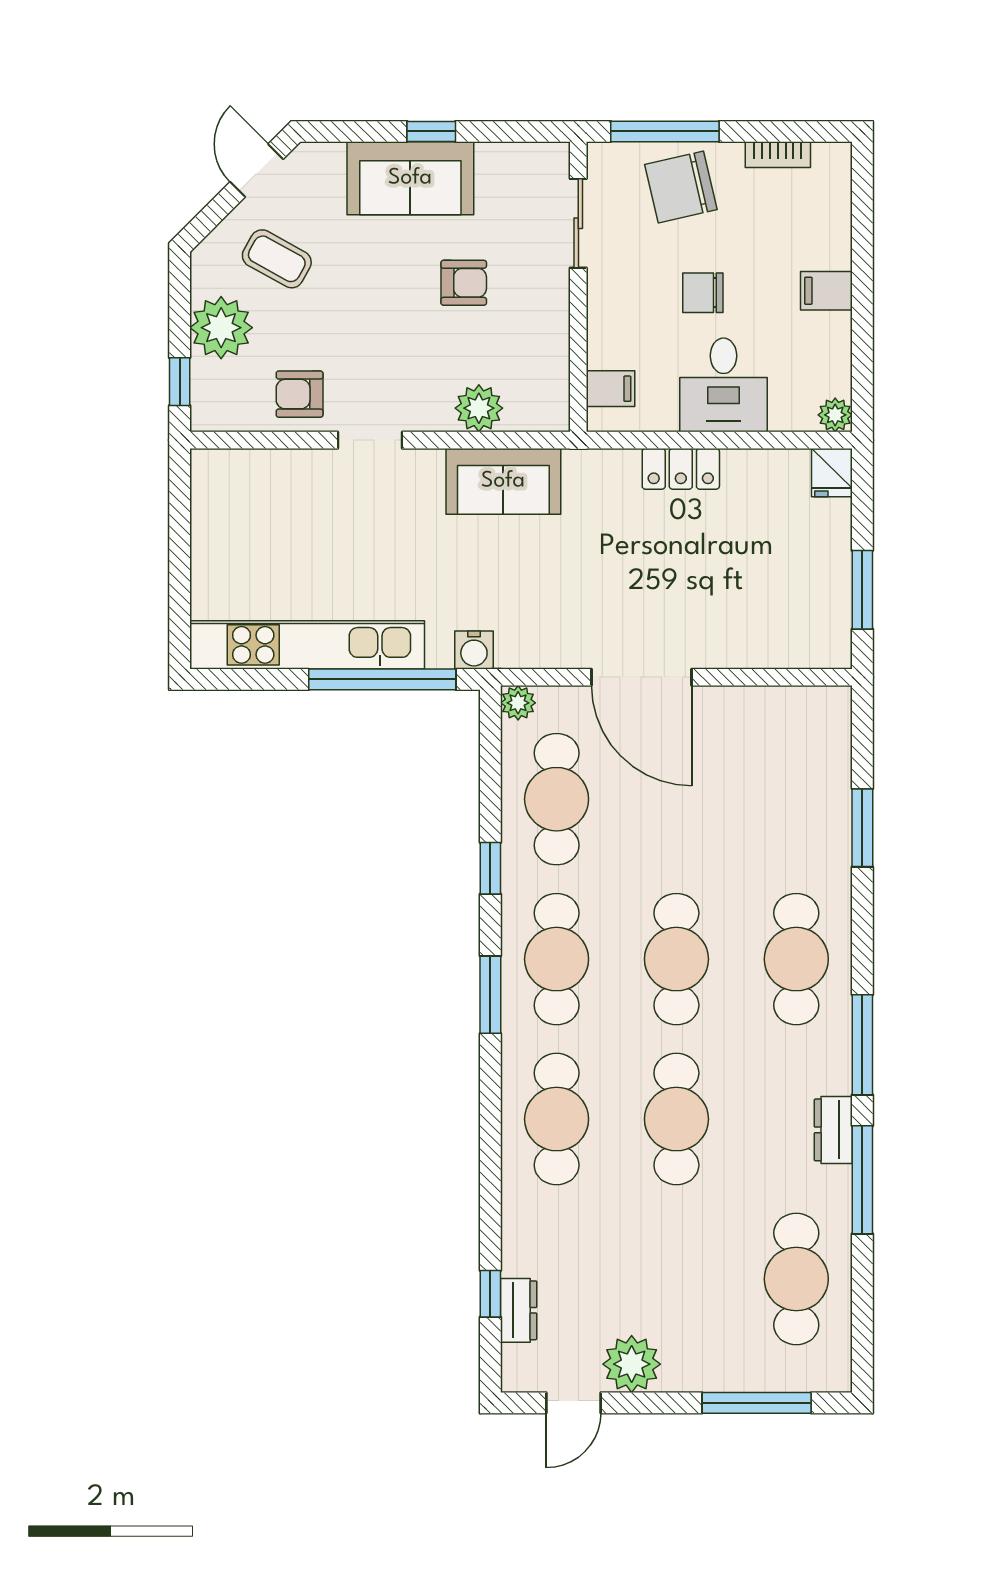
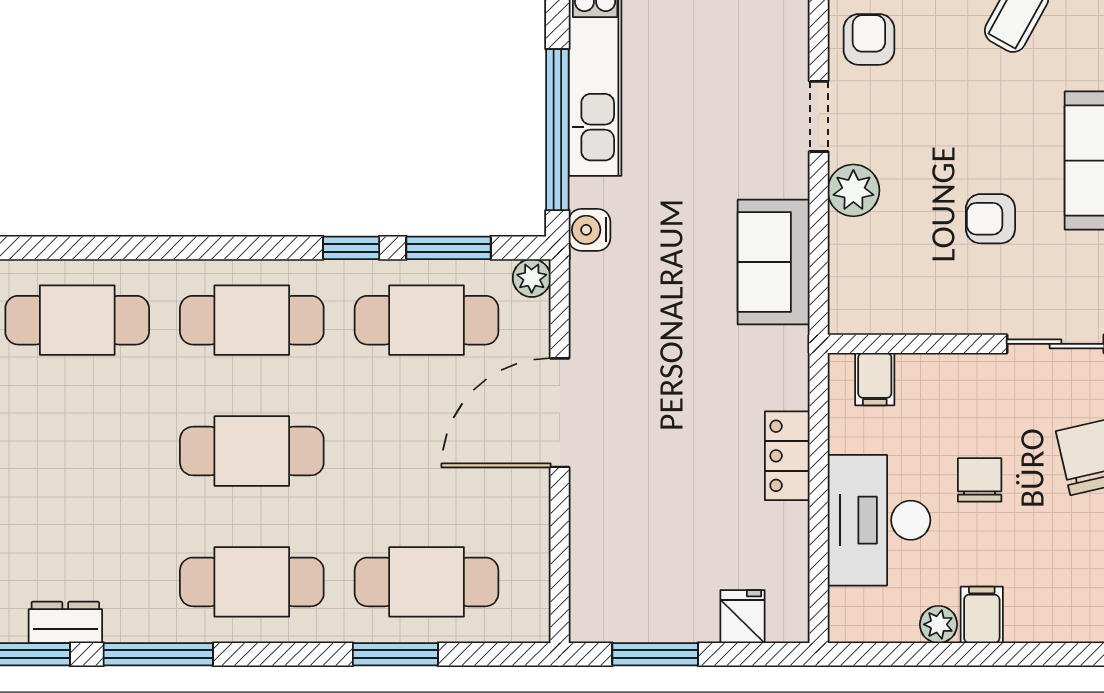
armchair: (464, 283) -> (990, 219), turned 90
desk: (723, 385) -> (879, 520), width x1.37
plant: (479, 408) -> (853, 190), moved
plant: (835, 415) -> (938, 624), moved
fridge: (832, 473) -> (743, 617), moved, turned 90
window: (490, 995) -> (449, 248), moved
cafe table: (676, 1119) -> (427, 582), moved

